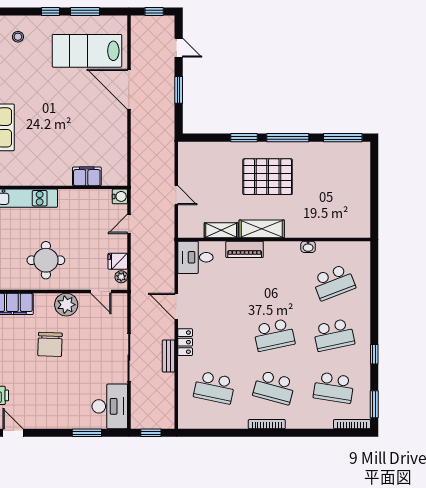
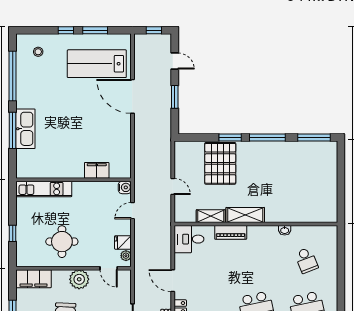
pallet: (268, 177) -> (220, 163), moved, turned 90
school desk: (334, 282) -> (306, 260), width x0.54

